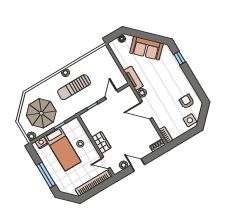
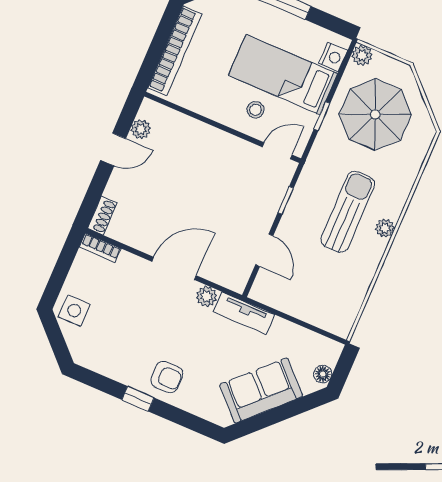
window: (180, 58) -> (138, 399), moved
armchair: (187, 102) -> (167, 377), moved
wardrobe: (101, 143) -> (216, 142), removed
door: (106, 163) -> (277, 151), moved

